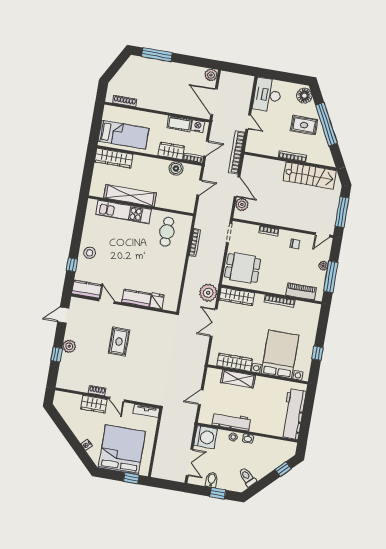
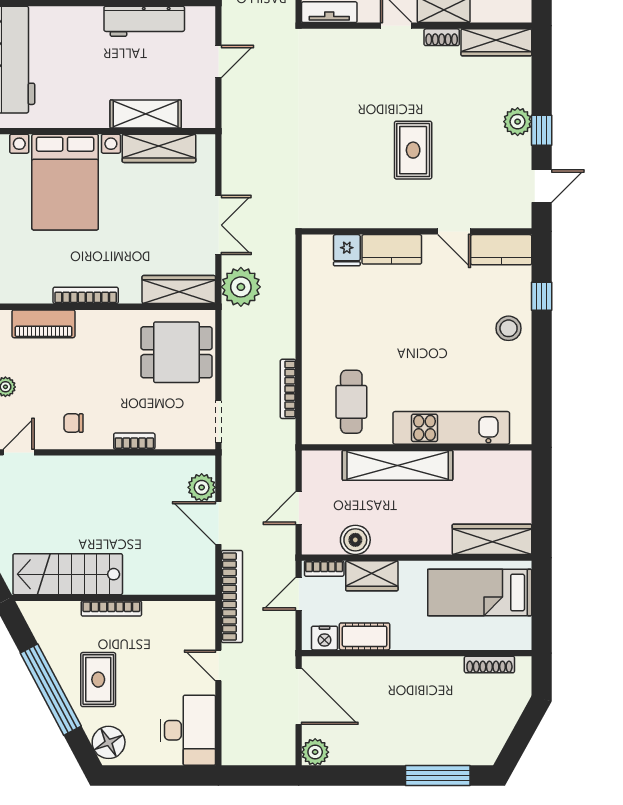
rug: (304, 125) -> (98, 680), turned 90
shelving: (130, 196) -> (398, 465), moved
window: (56, 354) -> (542, 130), moved
wardrobe: (73, 384) -> (496, 42), added

